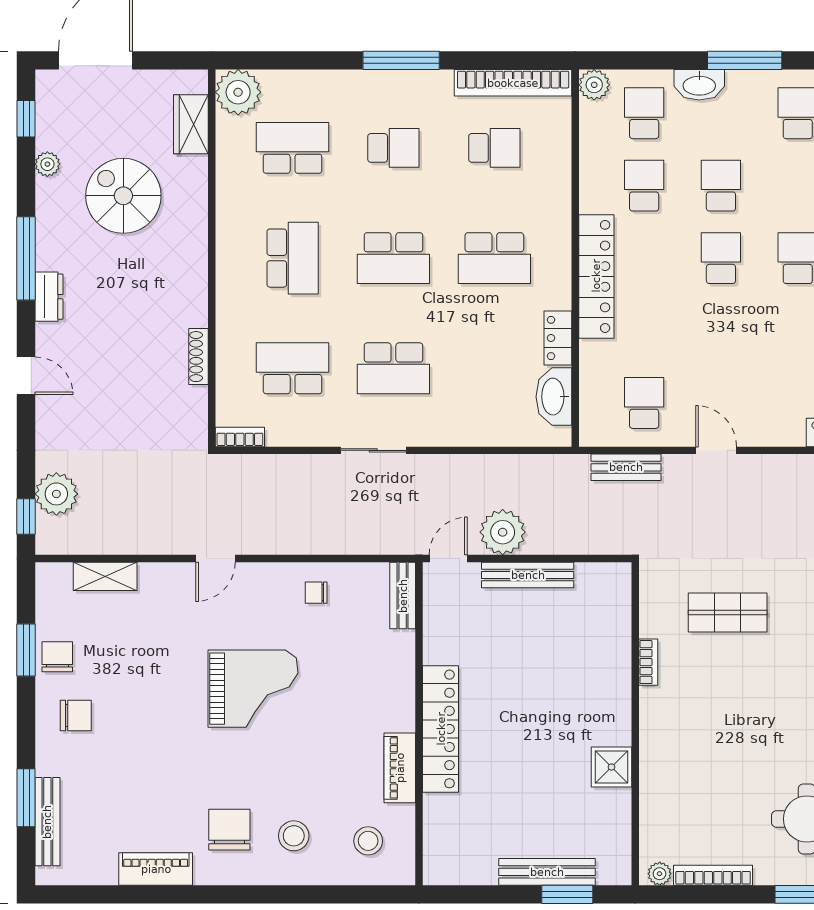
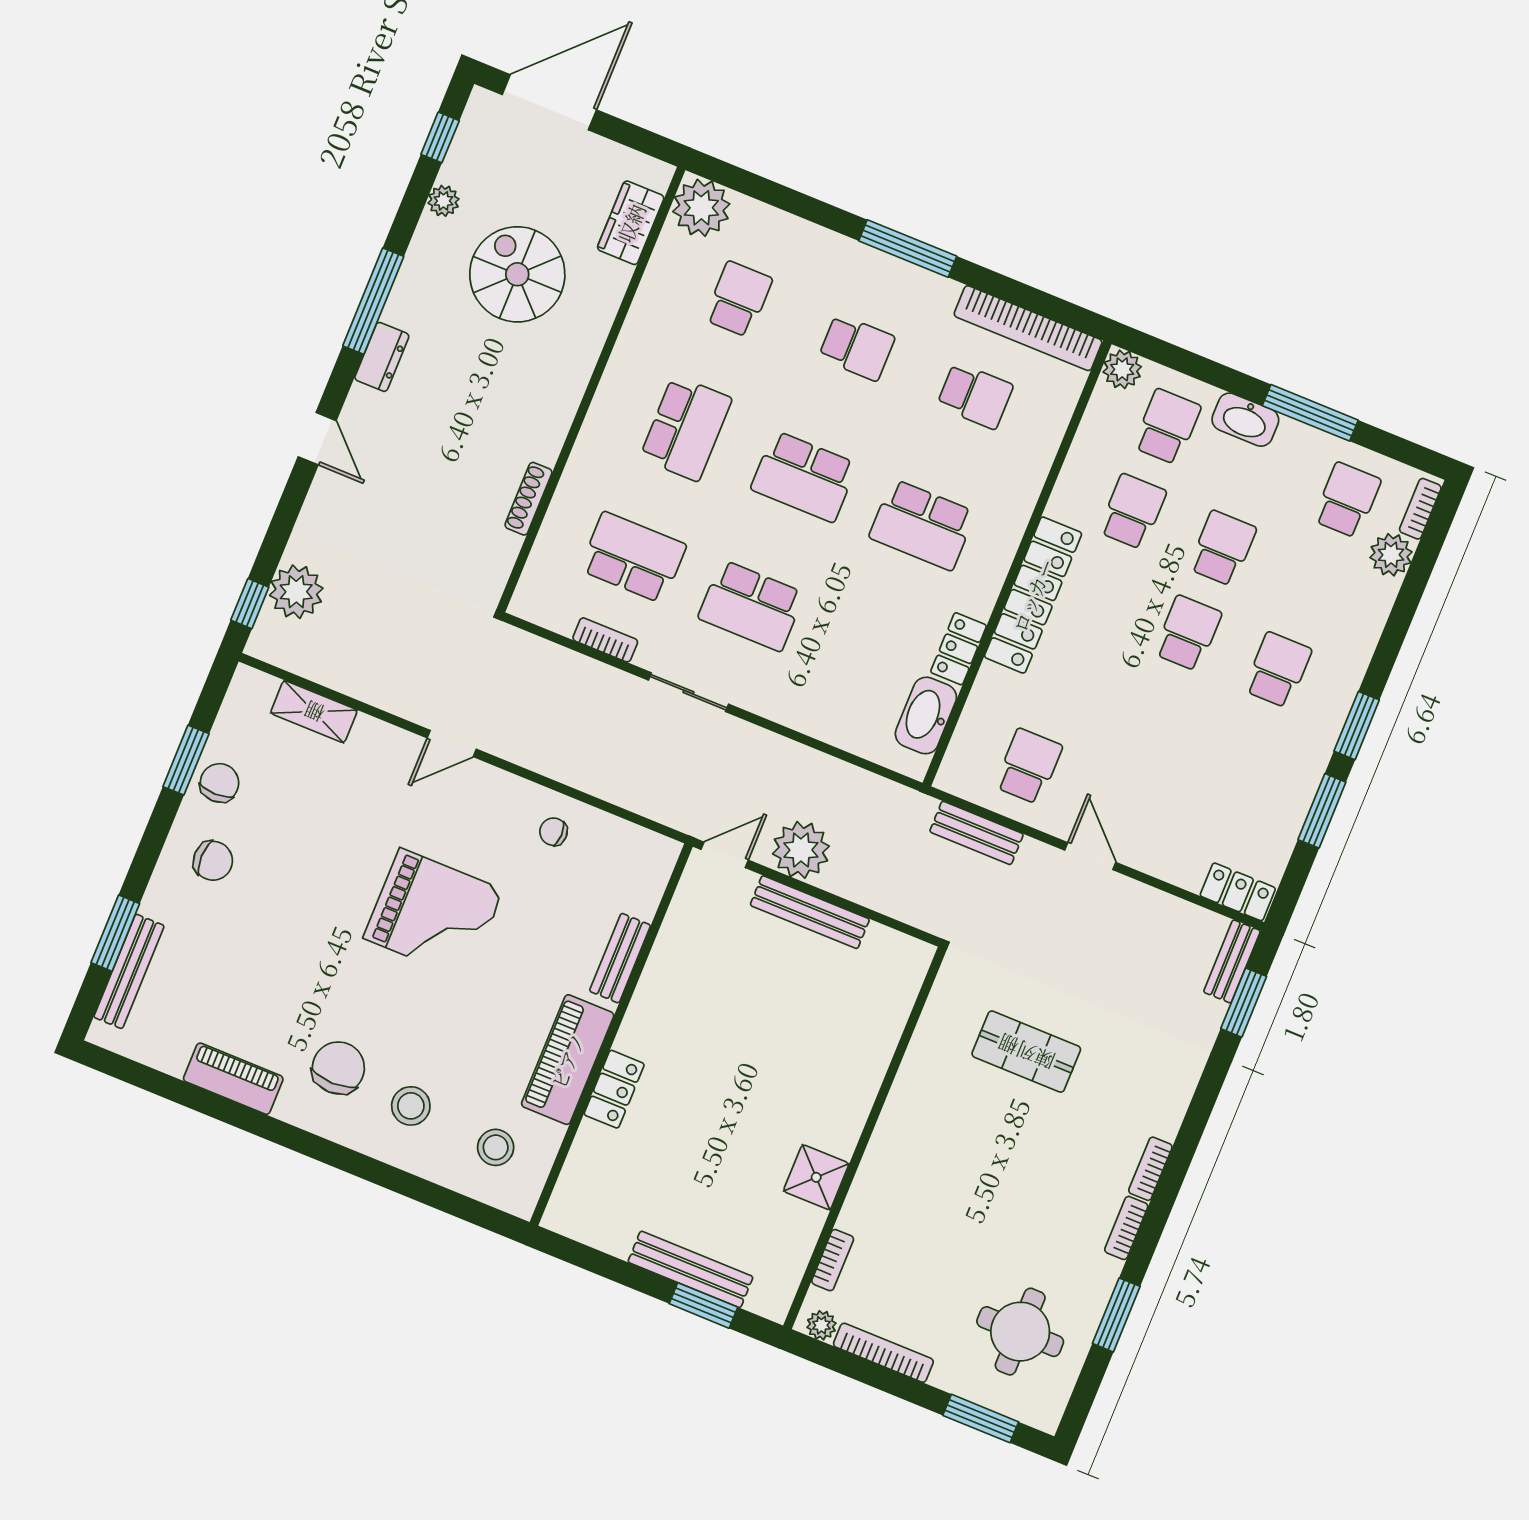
school desk: (293, 148) -> (738, 299), width x0.54
bookcase: (240, 437) -> (605, 640), moved
bench: (403, 596) -> (620, 958), moved
bookcase: (648, 662) -> (833, 1260), moved
locker: (441, 729) -> (614, 1089), width x0.46, depth x0.83
piano: (400, 768) -> (568, 1060), width x1.37, depth x1.33

